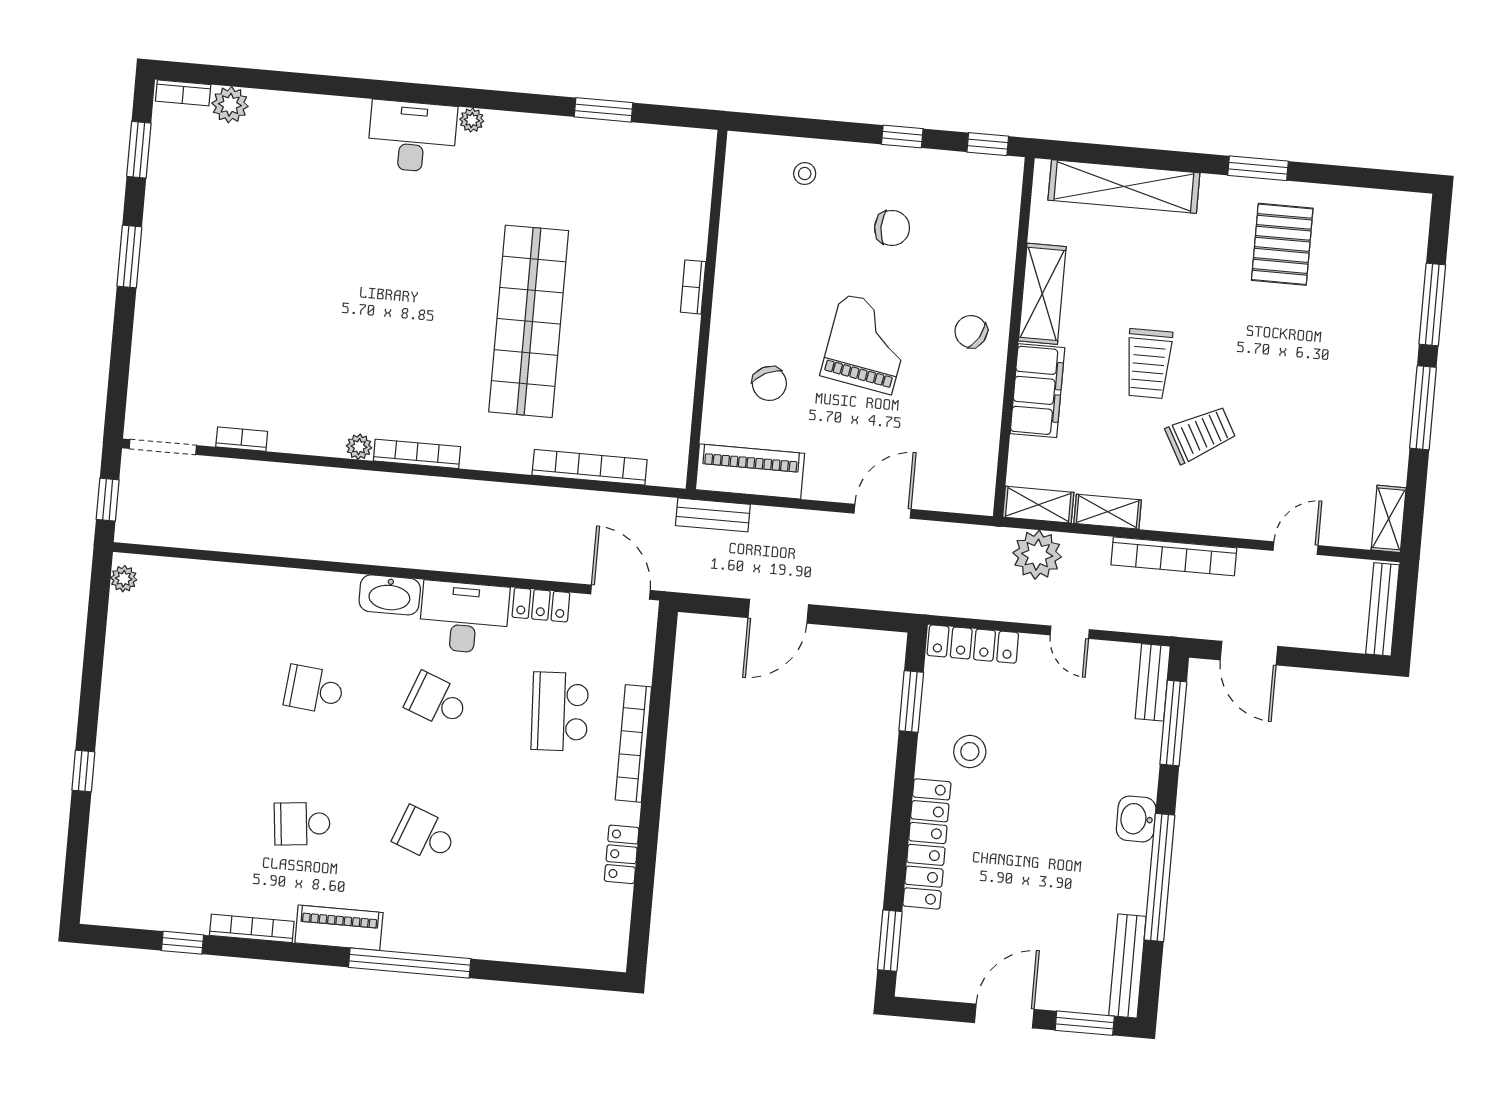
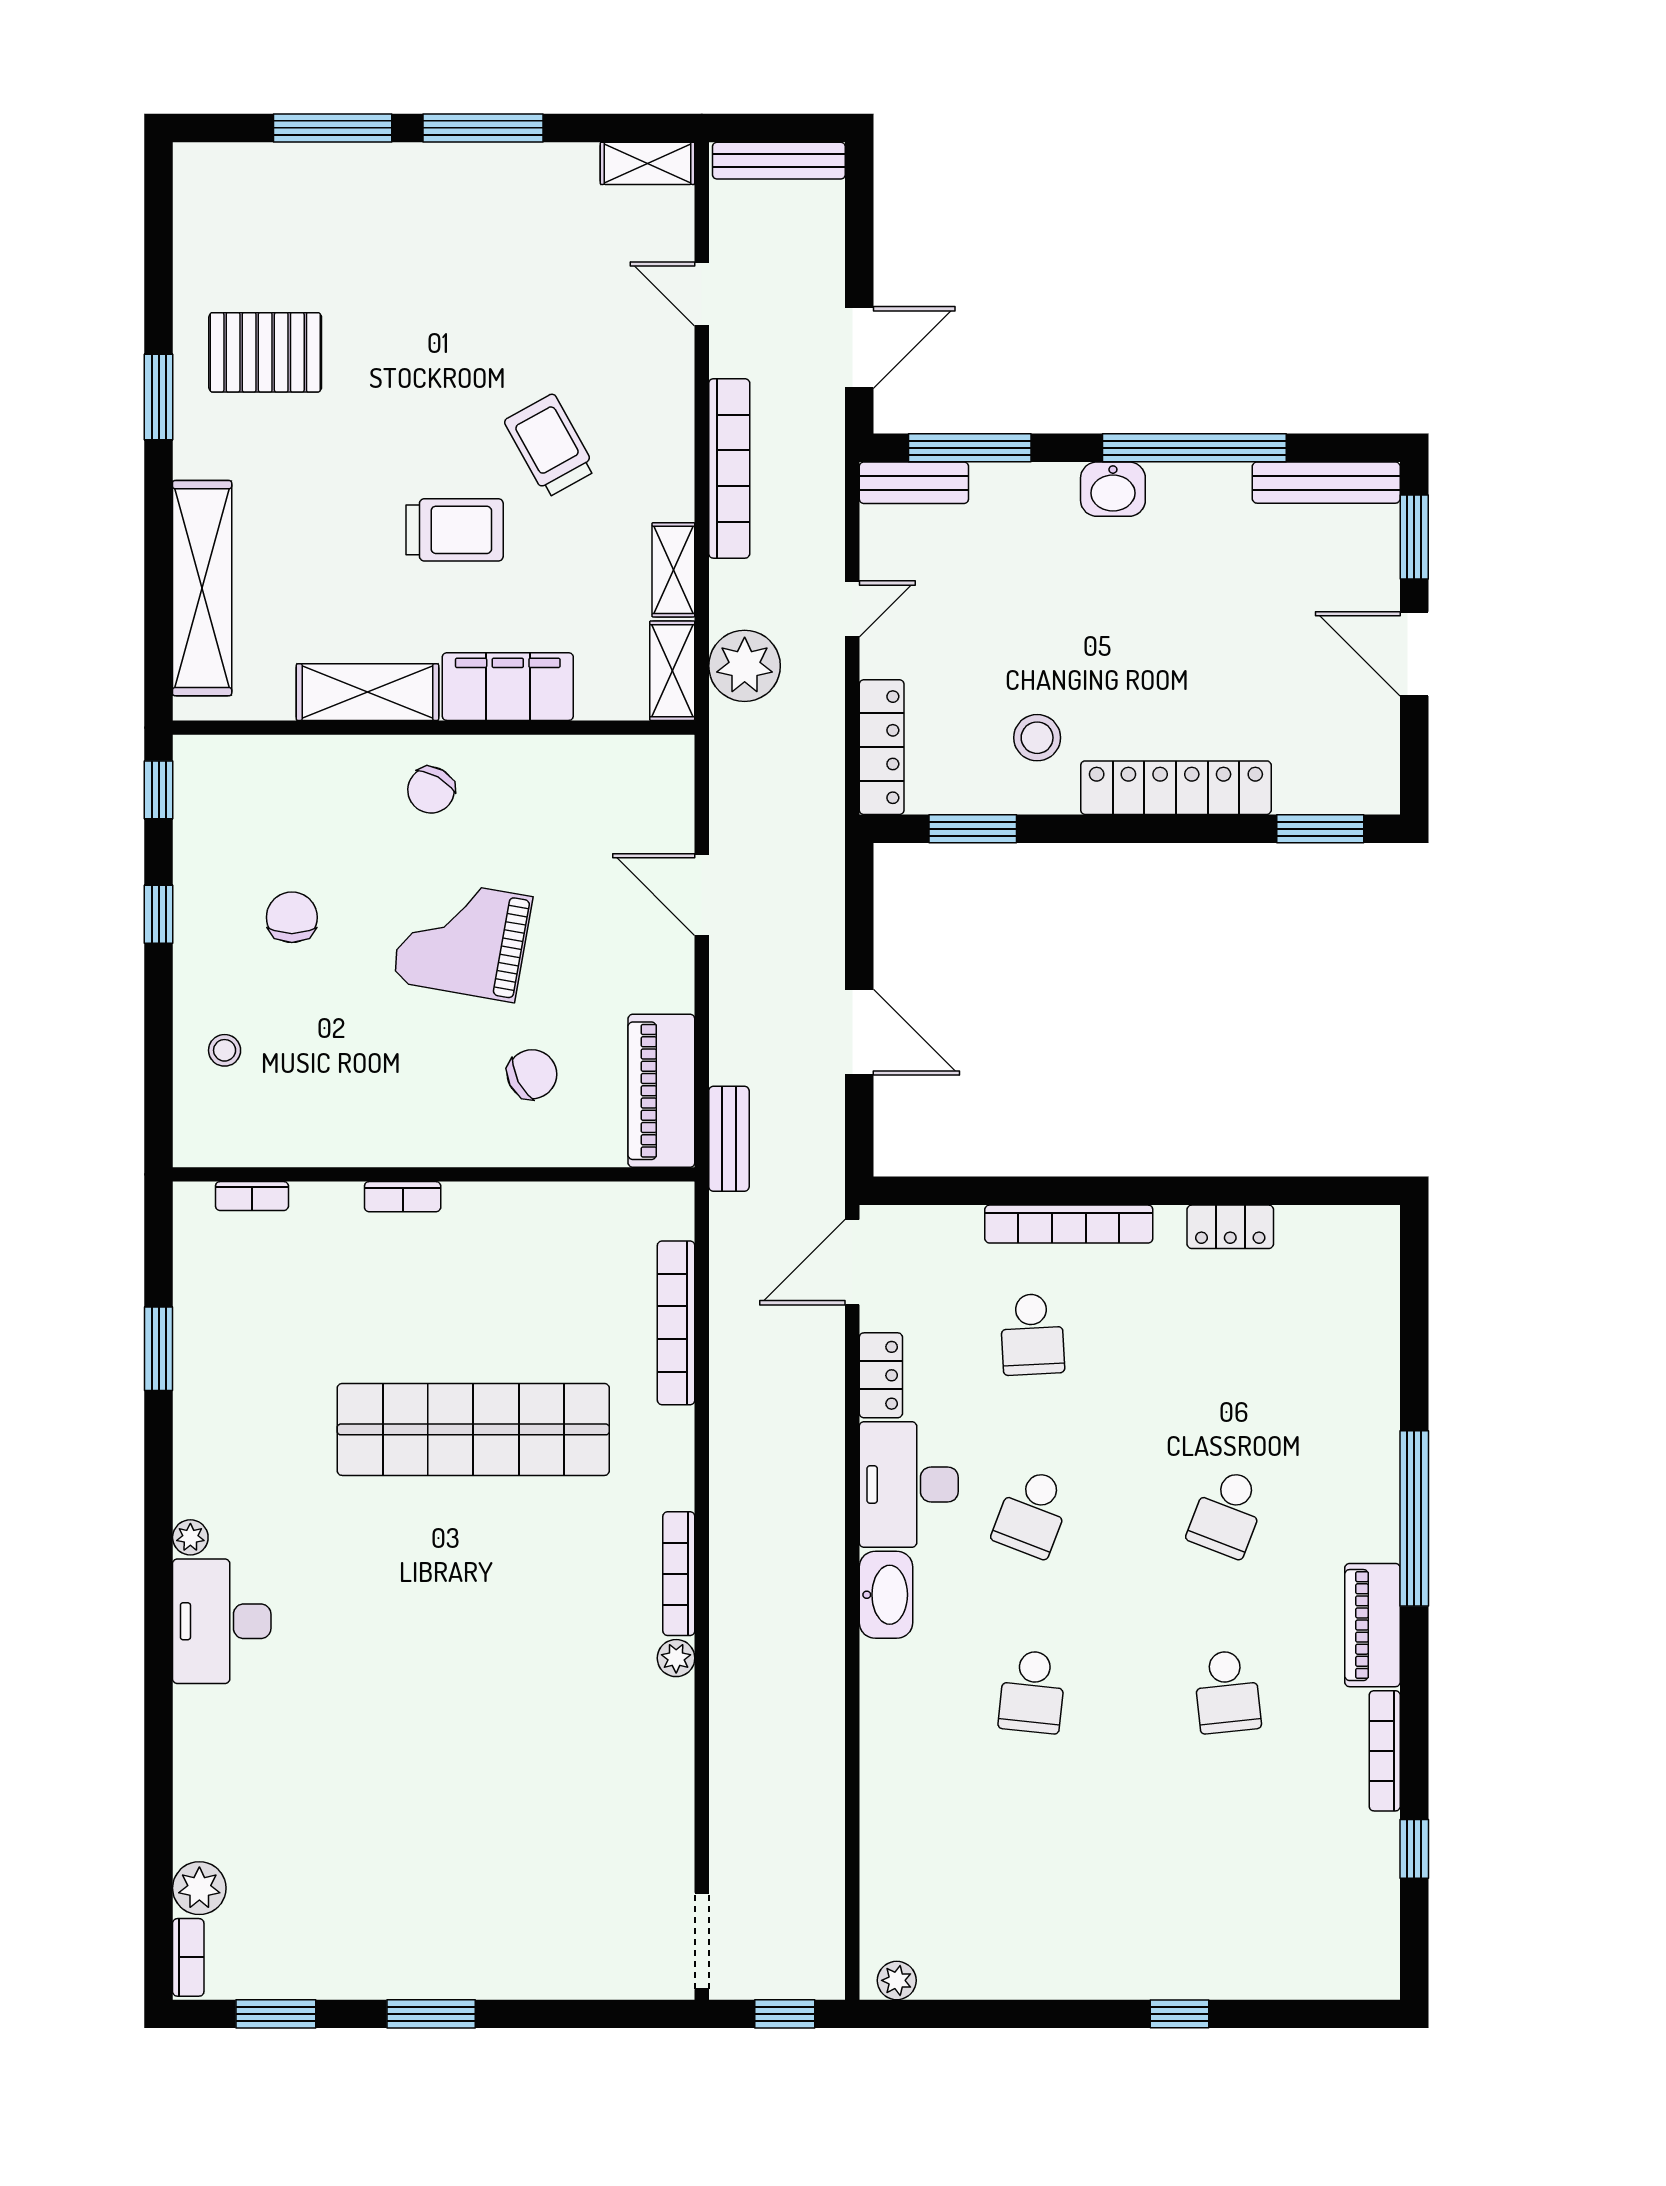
bookcase: (242, 439) -> (252, 1196), moved, turned -90
school desk: (560, 712) -> (1032, 1334), width x0.54

